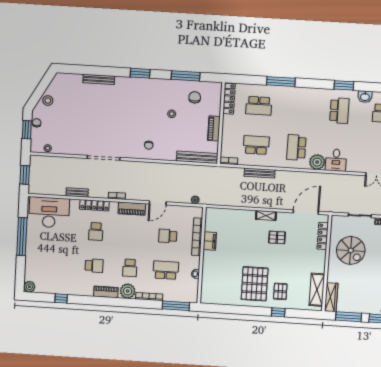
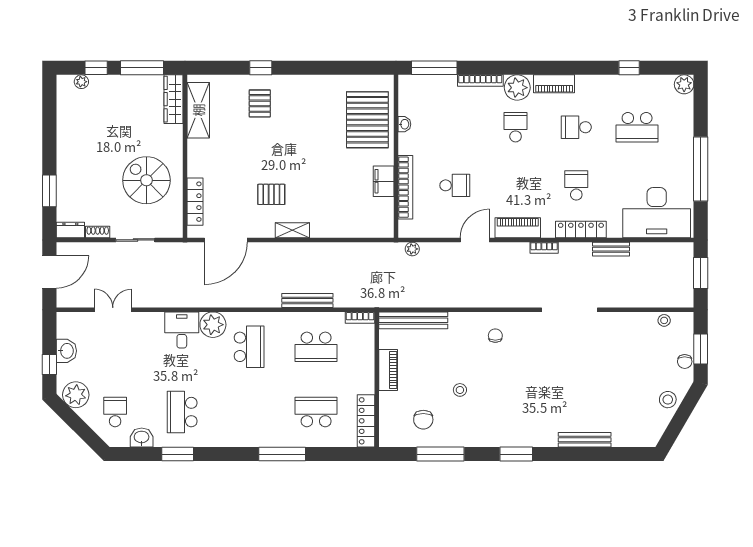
school desk: (166, 270) -> (637, 127), moved
pallet: (255, 284) -> (367, 120), moved

